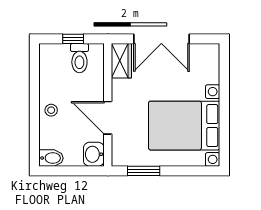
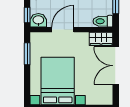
toilet: (79, 58) -> (103, 21), moved
window: (86, 171) -> (27, 15), added

